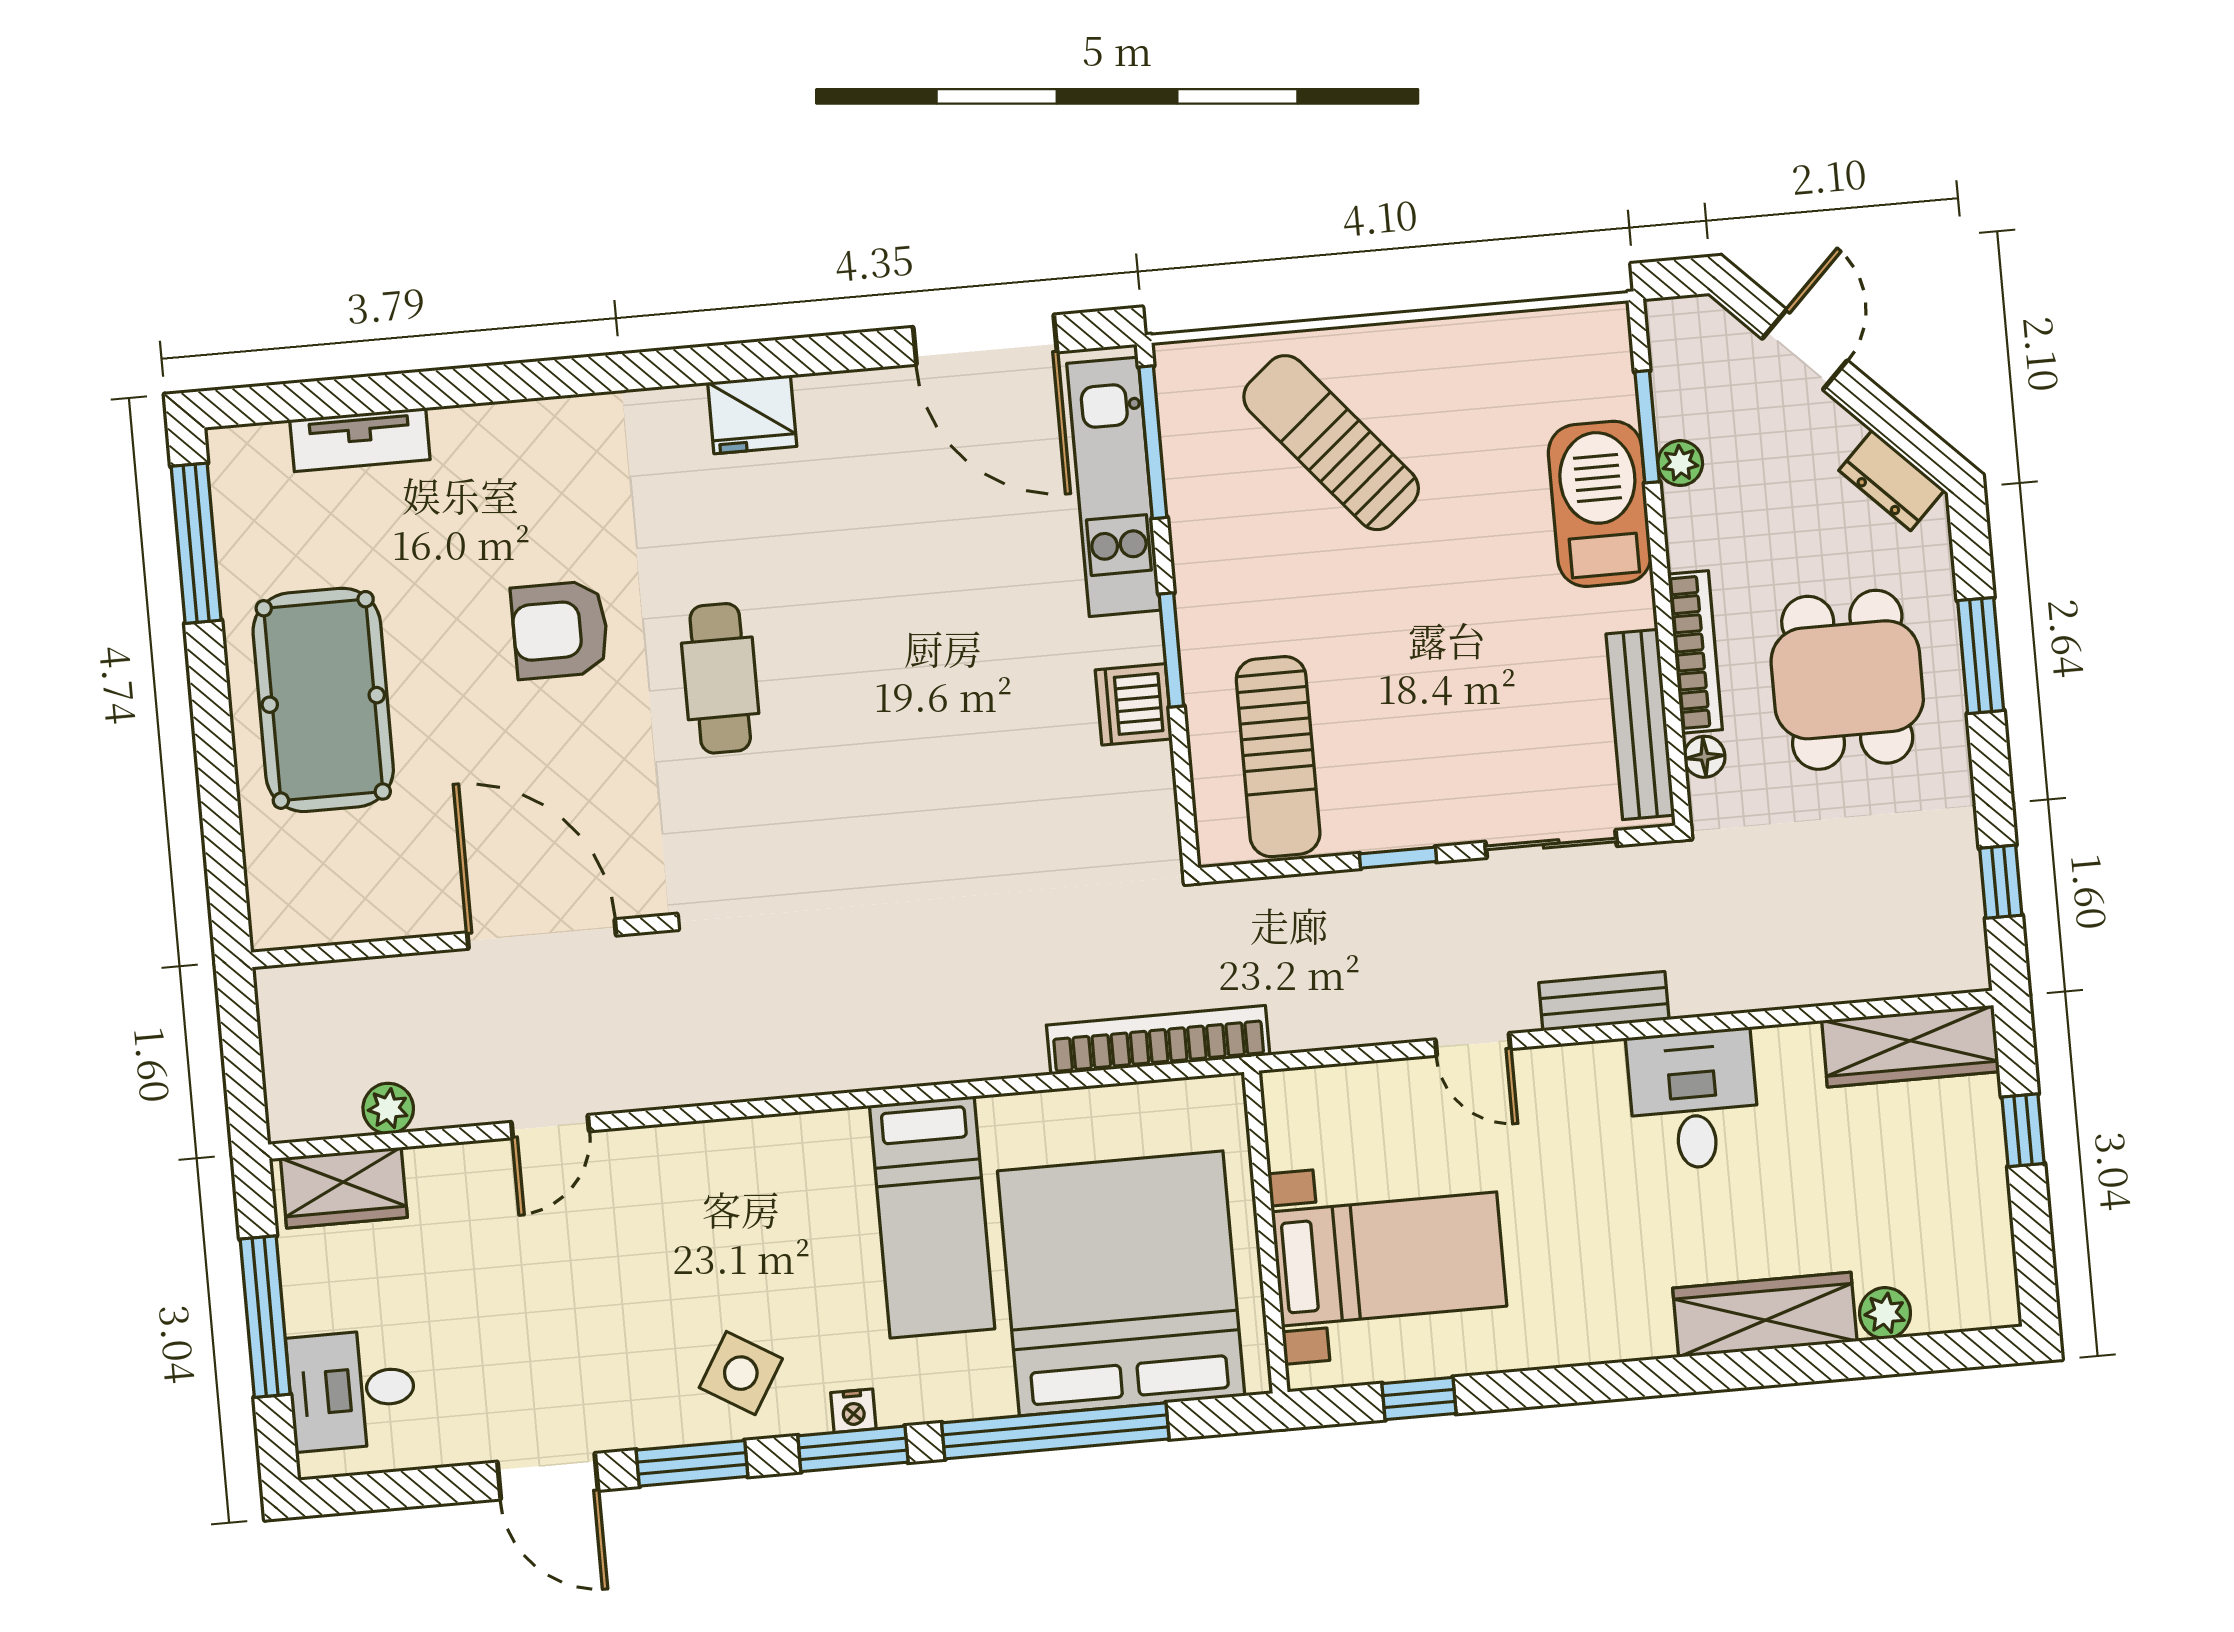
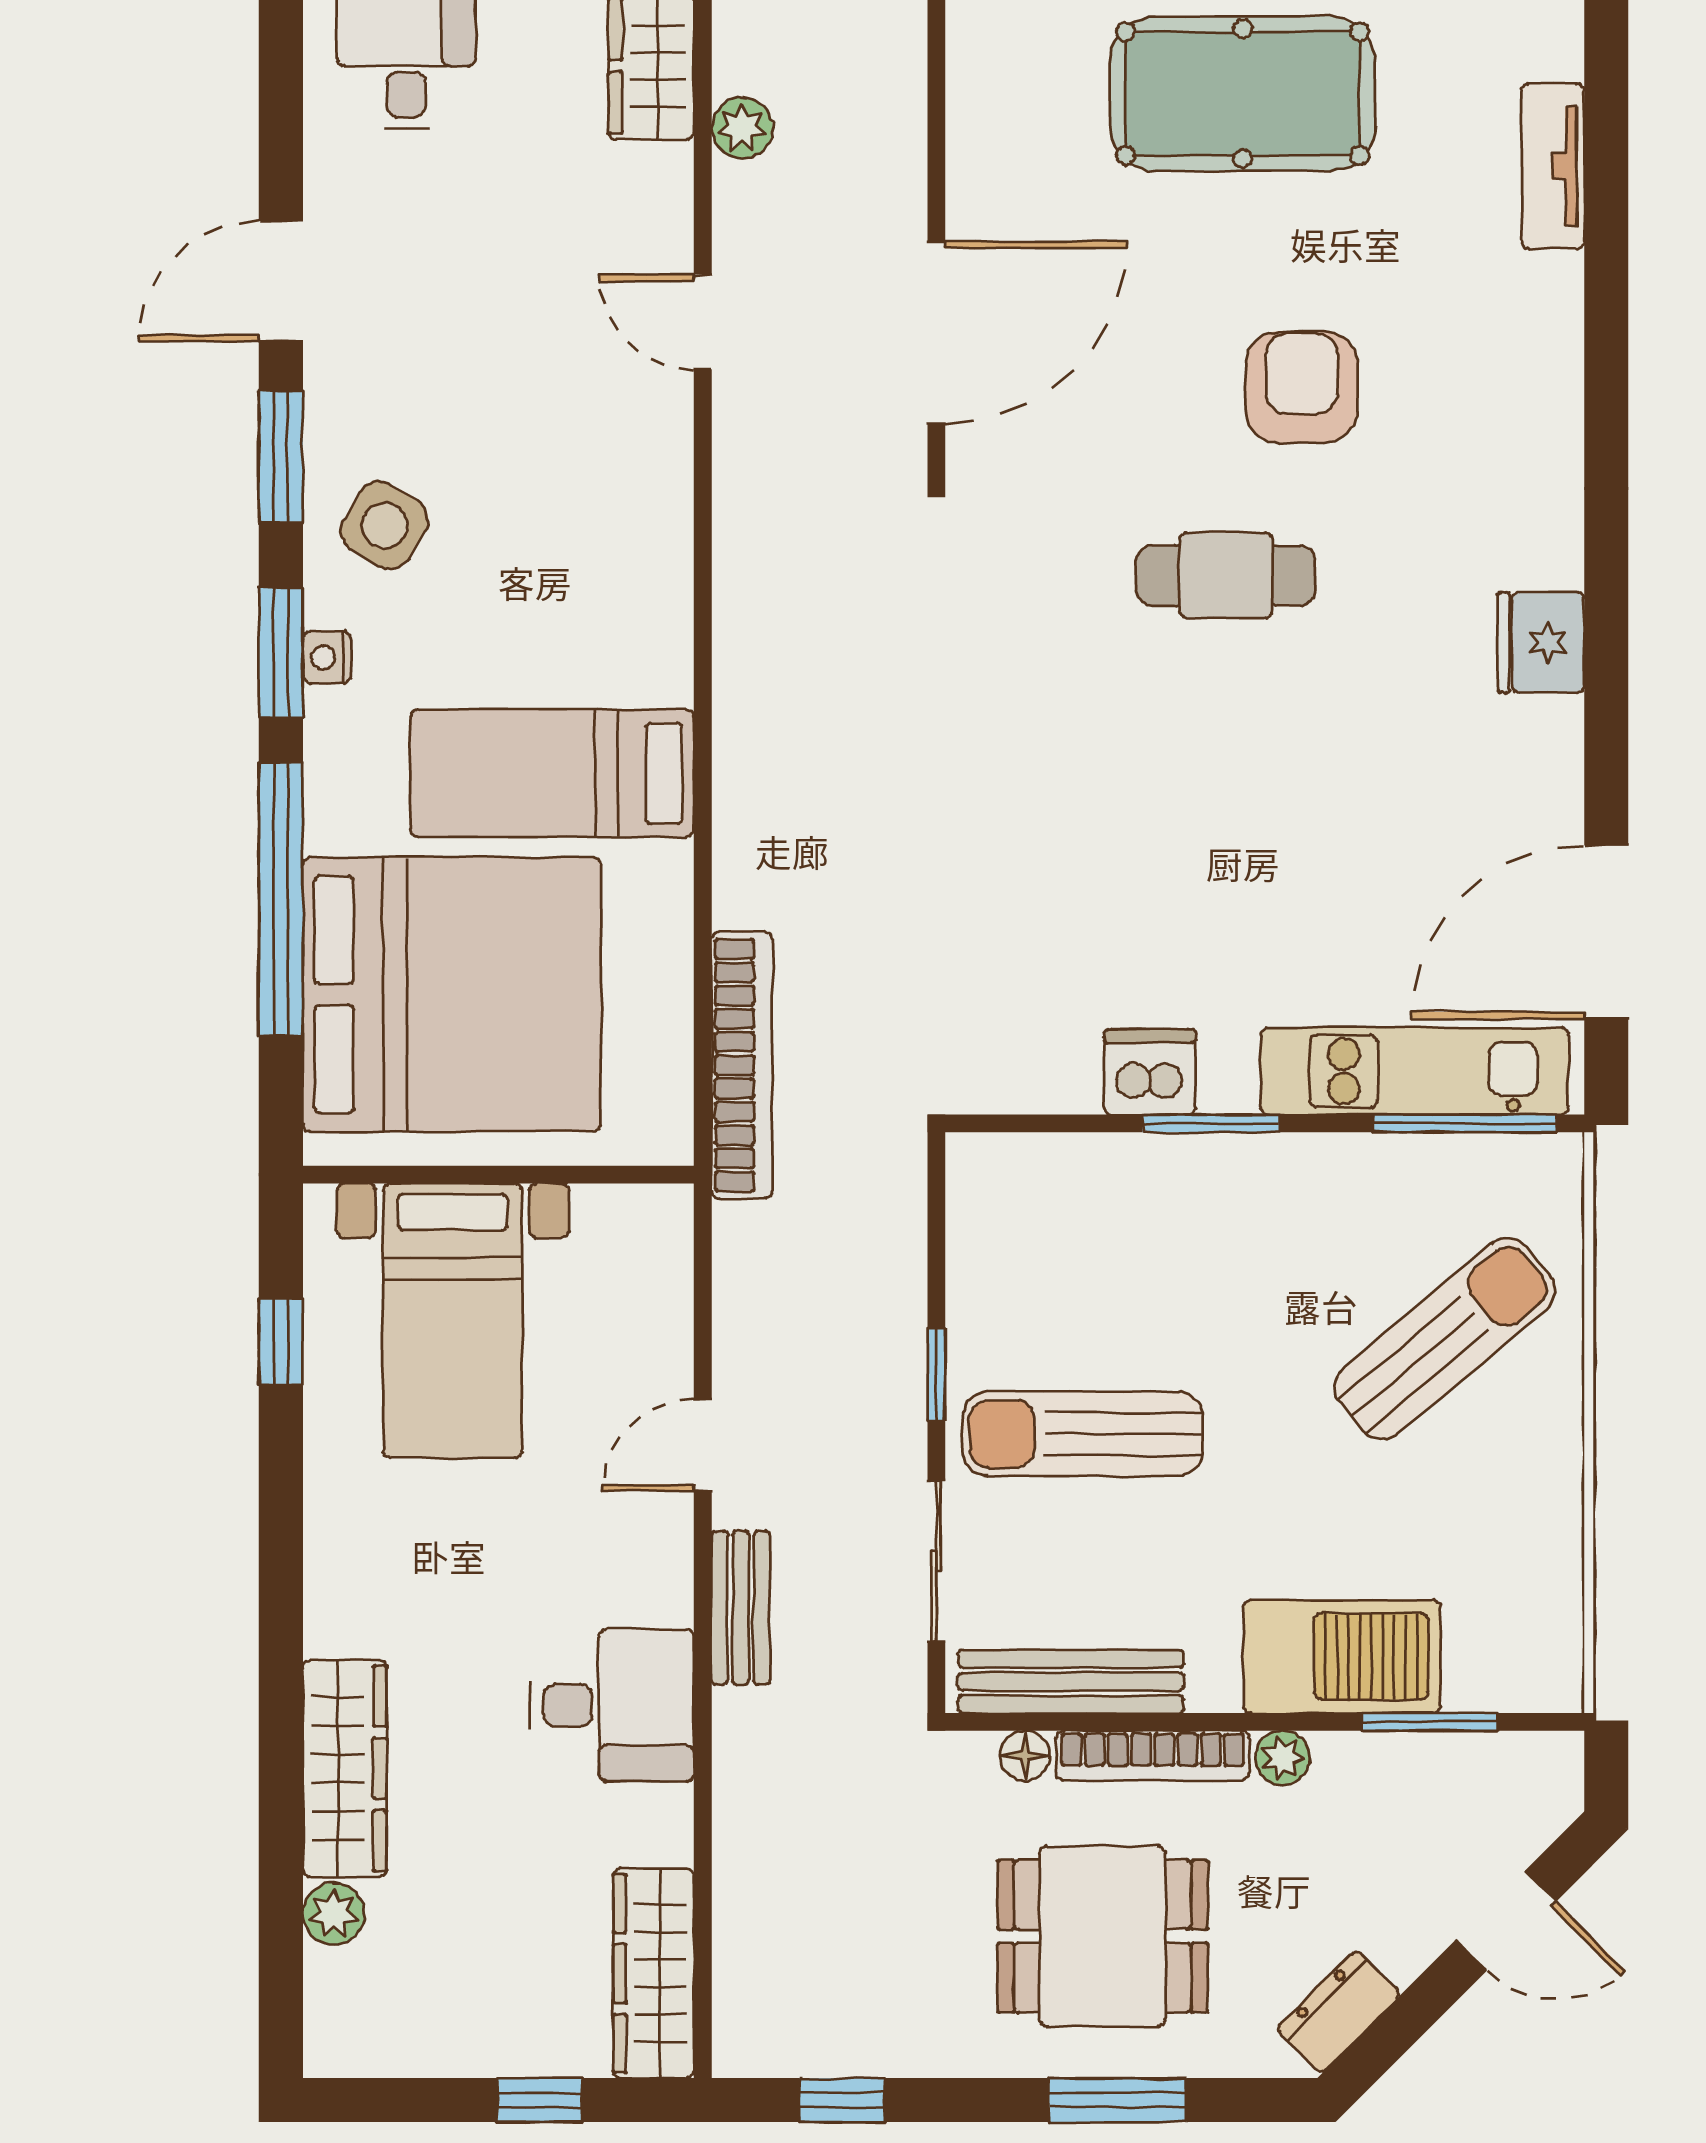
plant: (1680, 463) -> (1283, 1758), moved
sun lounger: (1278, 757) -> (1083, 1434), moved

